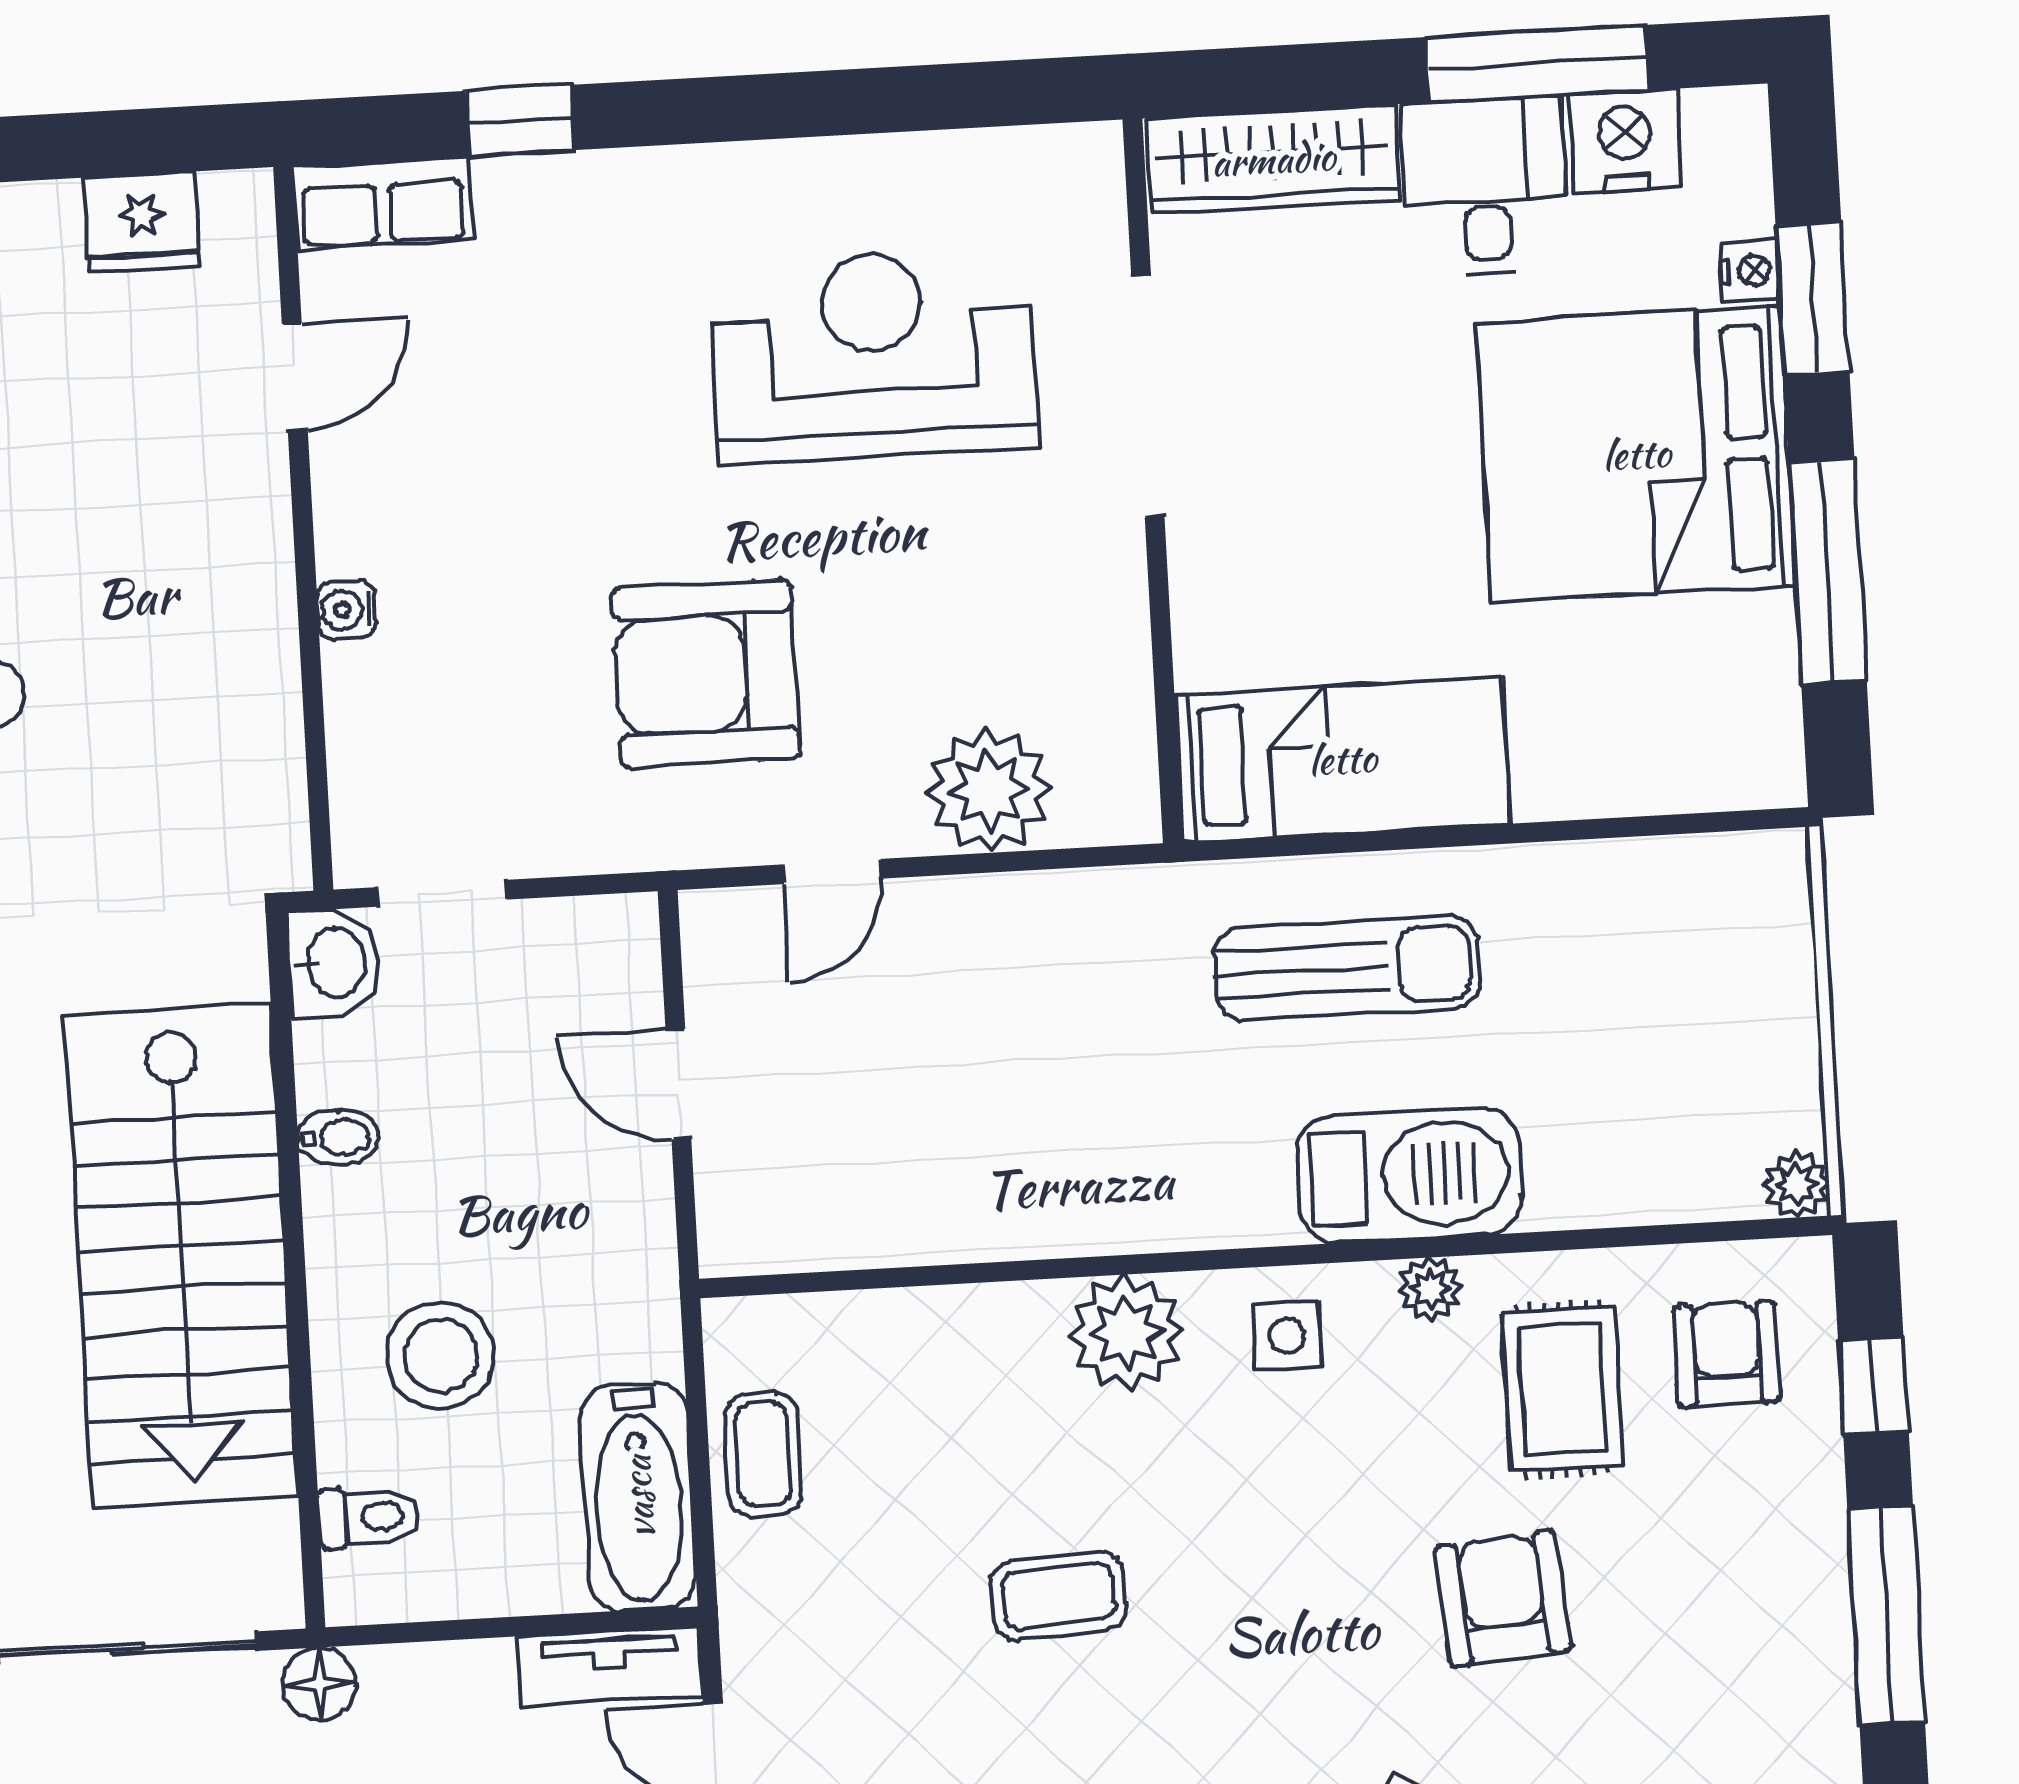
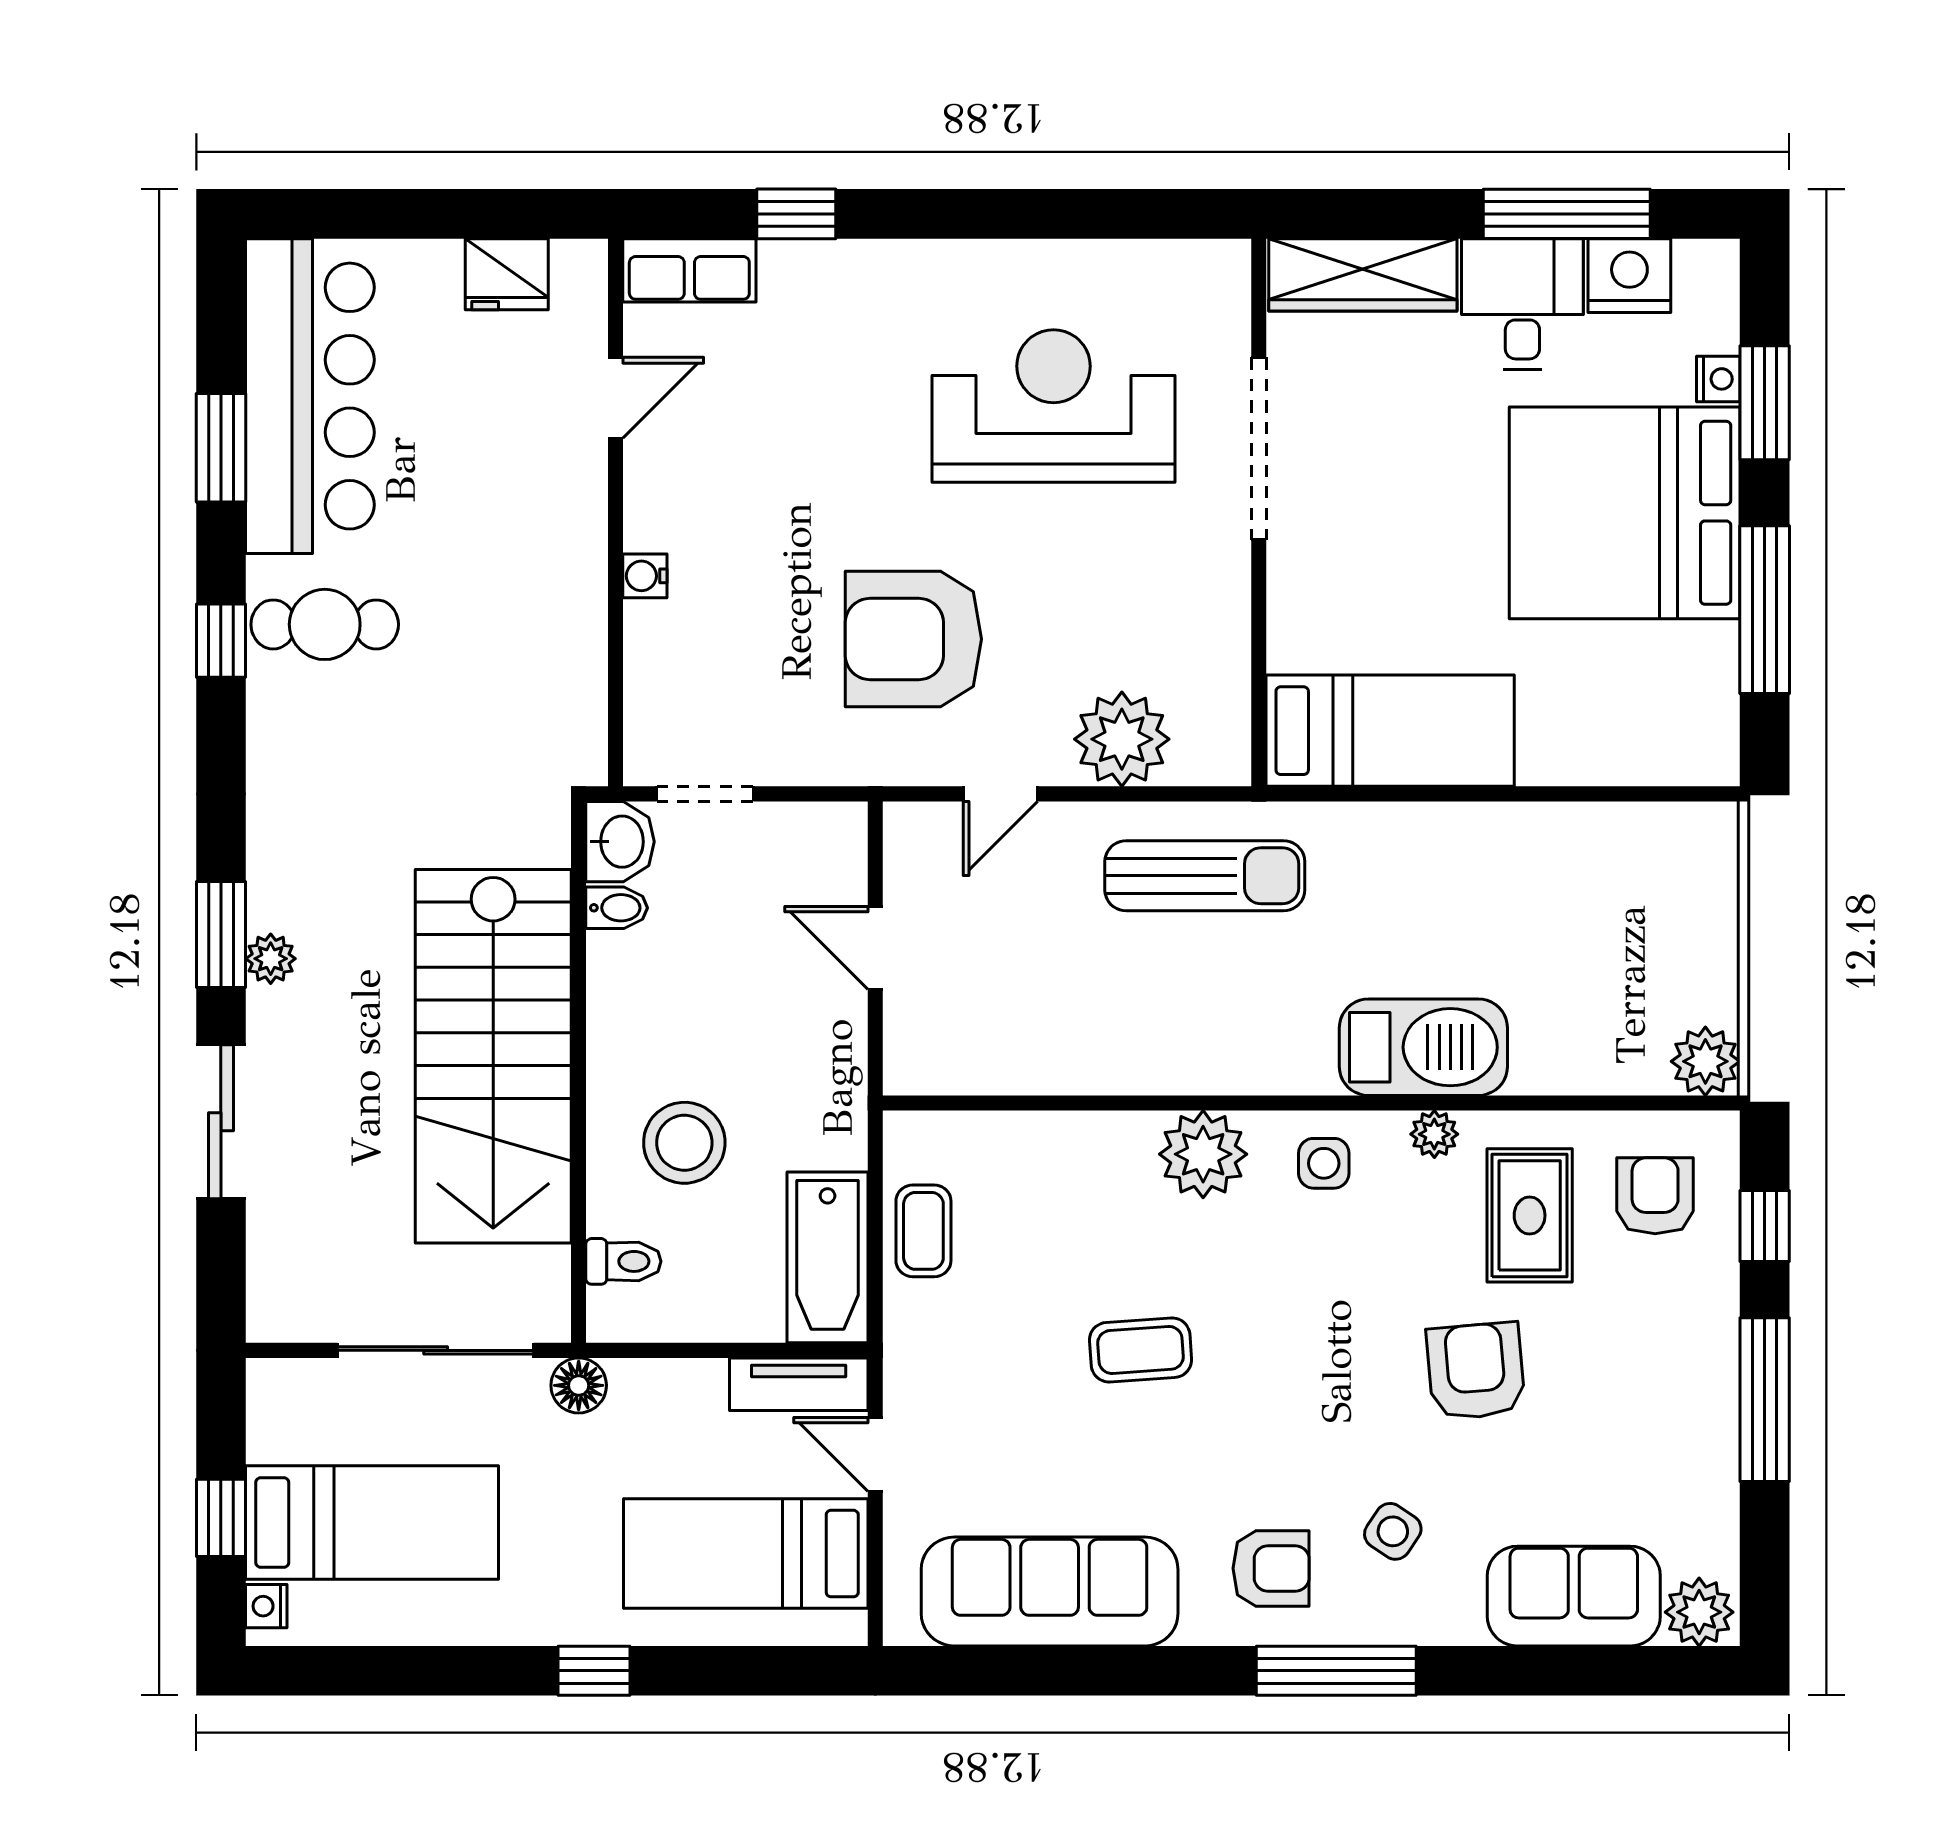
sun lounger: (1346, 968) -> (1205, 876), moved
bidet: (339, 1137) -> (617, 908), moved
plant: (1796, 1184) -> (1705, 1061), width x1.38, depth x1.38

